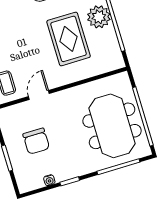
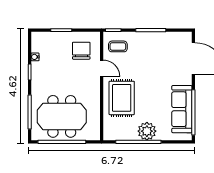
rug: (68, 39) -> (122, 98), moved, turned 90
chair: (36, 141) -> (81, 51), moved, turned 90

